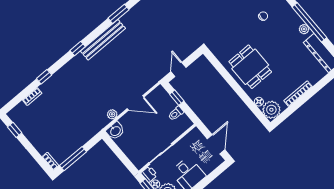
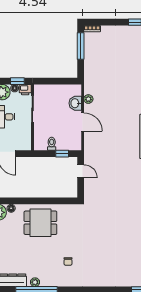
door: (136, 103) -> (83, 122), swing flipped
washbasin: (115, 131) -> (75, 103), moved

